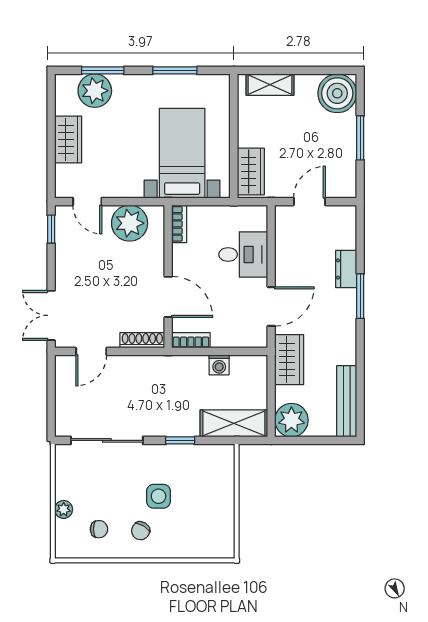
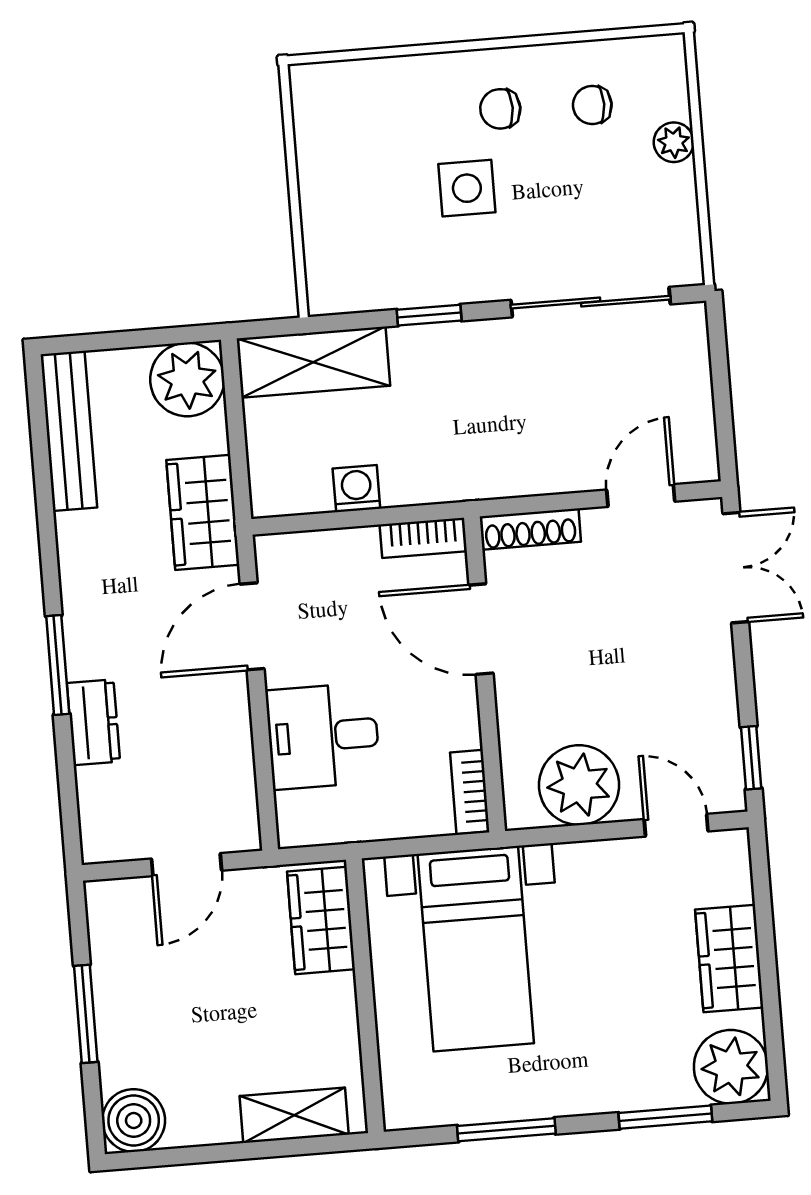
plant: (95, 91) -> (731, 1067), moved
boiler: (337, 93) -> (134, 1121), width x0.73, depth x0.73
chair: (141, 531) -> (500, 109), turned -122

